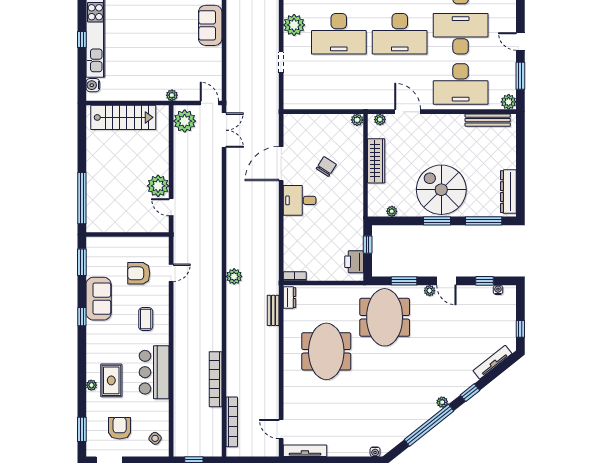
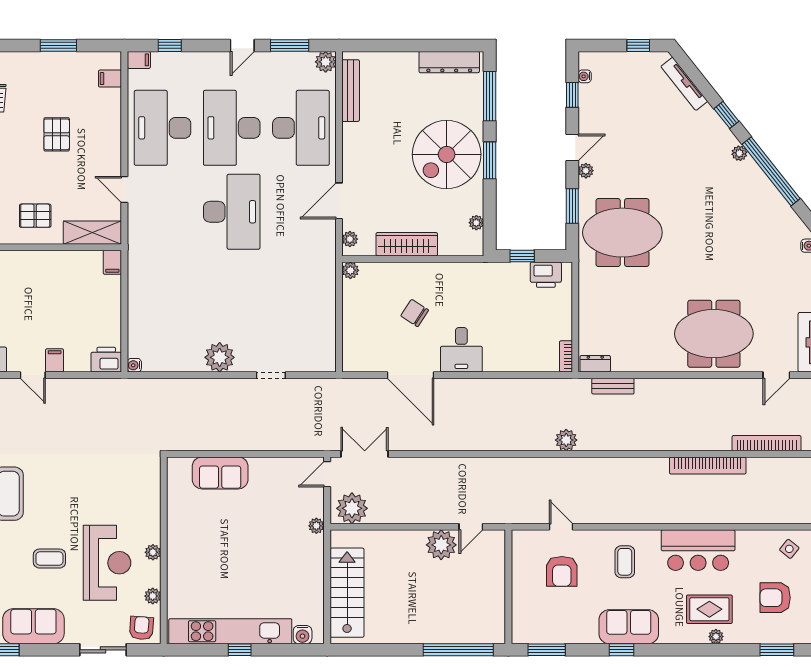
desk: (339, 34) -> (232, 296), removed
sofa: (99, 299) -> (629, 627), moved
coffee table: (146, 319) -> (625, 562), turned 90
meeting table: (326, 351) -> (714, 334), moved

